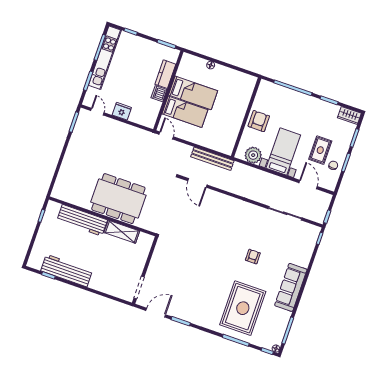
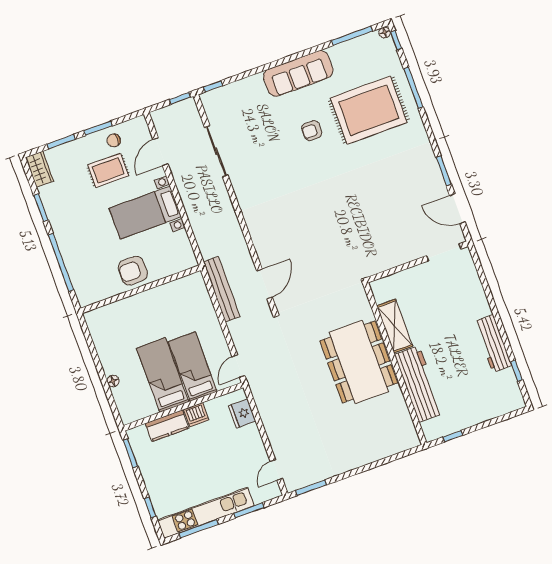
fridge: (122, 111) -> (242, 413), moved
plant: (253, 155) -> (178, 245), removed
armchair: (253, 257) -> (312, 131), moved
workbench: (67, 271) -> (493, 344), width x0.73, depth x0.76

